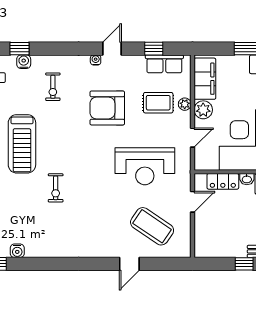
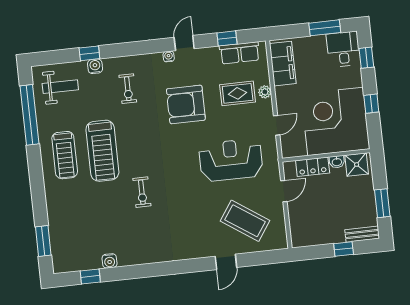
plant: (203, 110) -> (284, 96), removed
reception desk: (145, 166) -> (231, 160), turned 180

